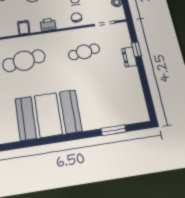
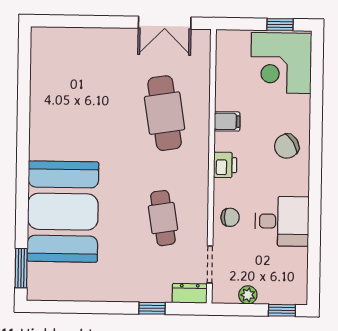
dresser: (129, 57) -> (190, 293), moved
booth: (48, 115) -> (63, 212), moved
window: (113, 130) -> (21, 268), moved

